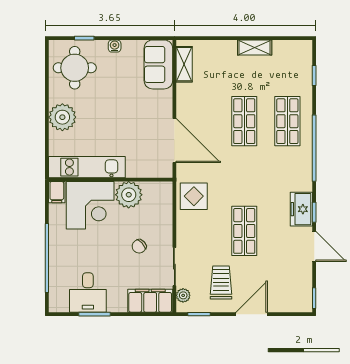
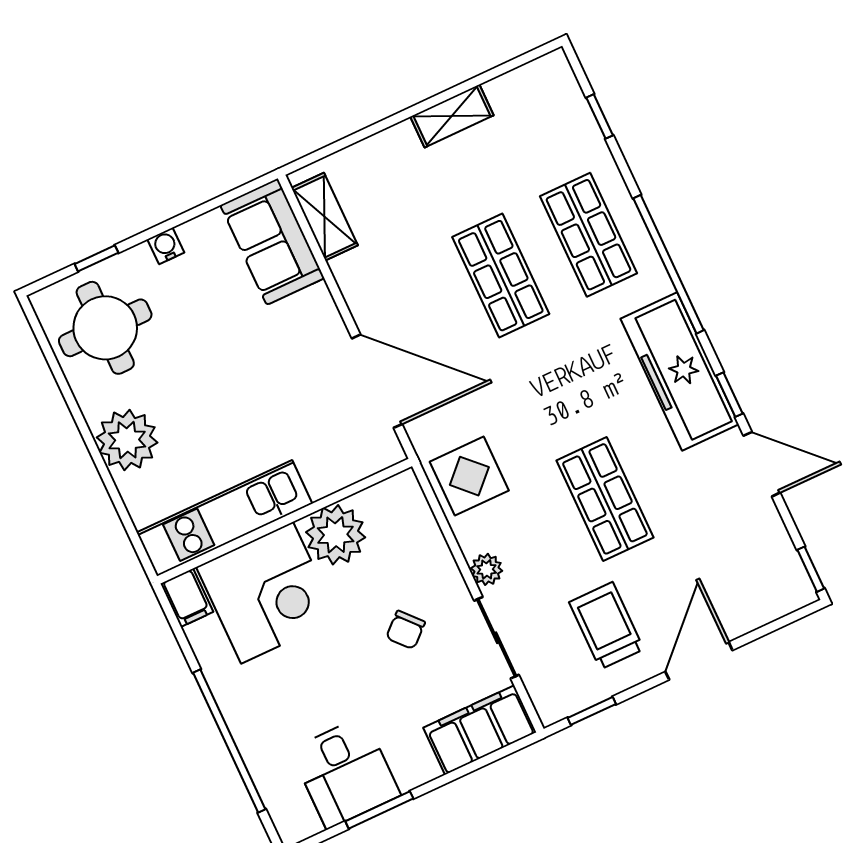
freezer: (301, 209) -> (680, 372), width x1.91, depth x1.26
plant: (183, 295) -> (487, 569), moved

